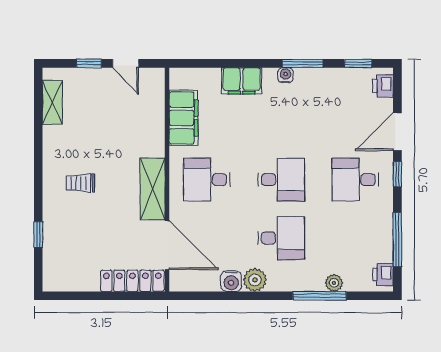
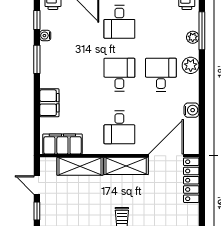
door: (126, 63) -> (37, 185), swing flipped
water cooler: (286, 75) -> (45, 36), moved
filing cabinet: (184, 118) -> (62, 144), moved
shelving: (152, 124) -> (80, 166), added
plant: (255, 280) -> (191, 65), moved
window: (320, 296) -> (202, 31), moved

